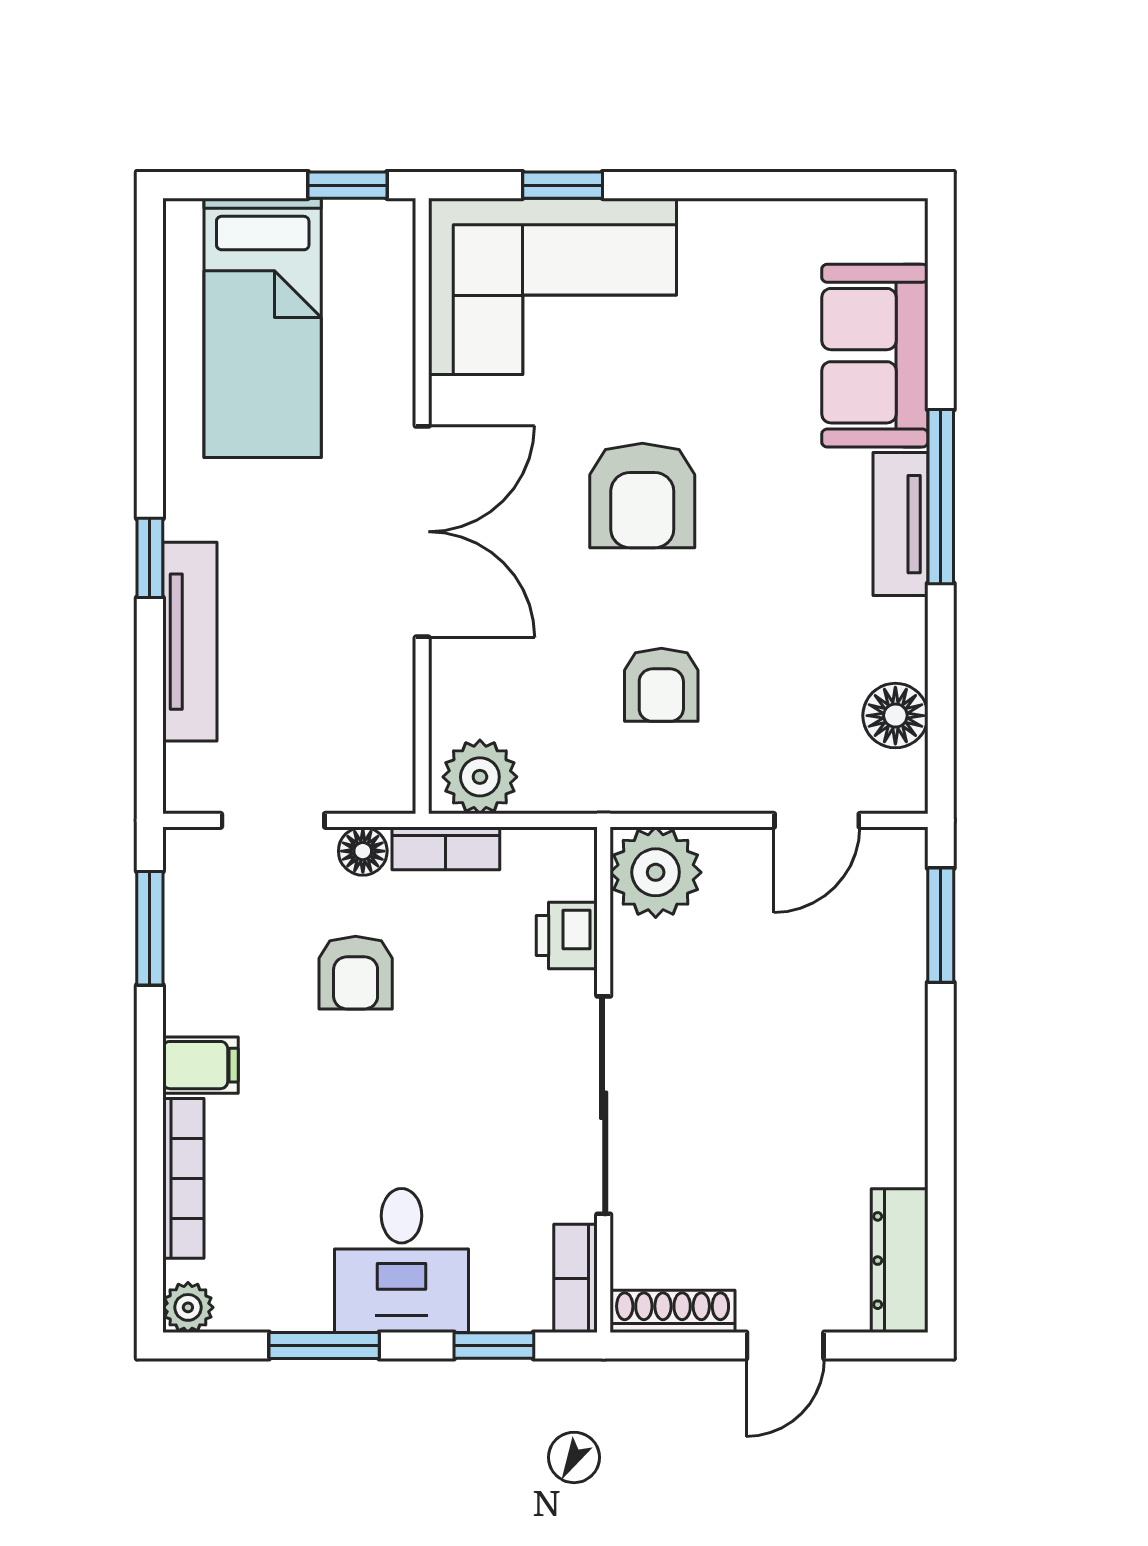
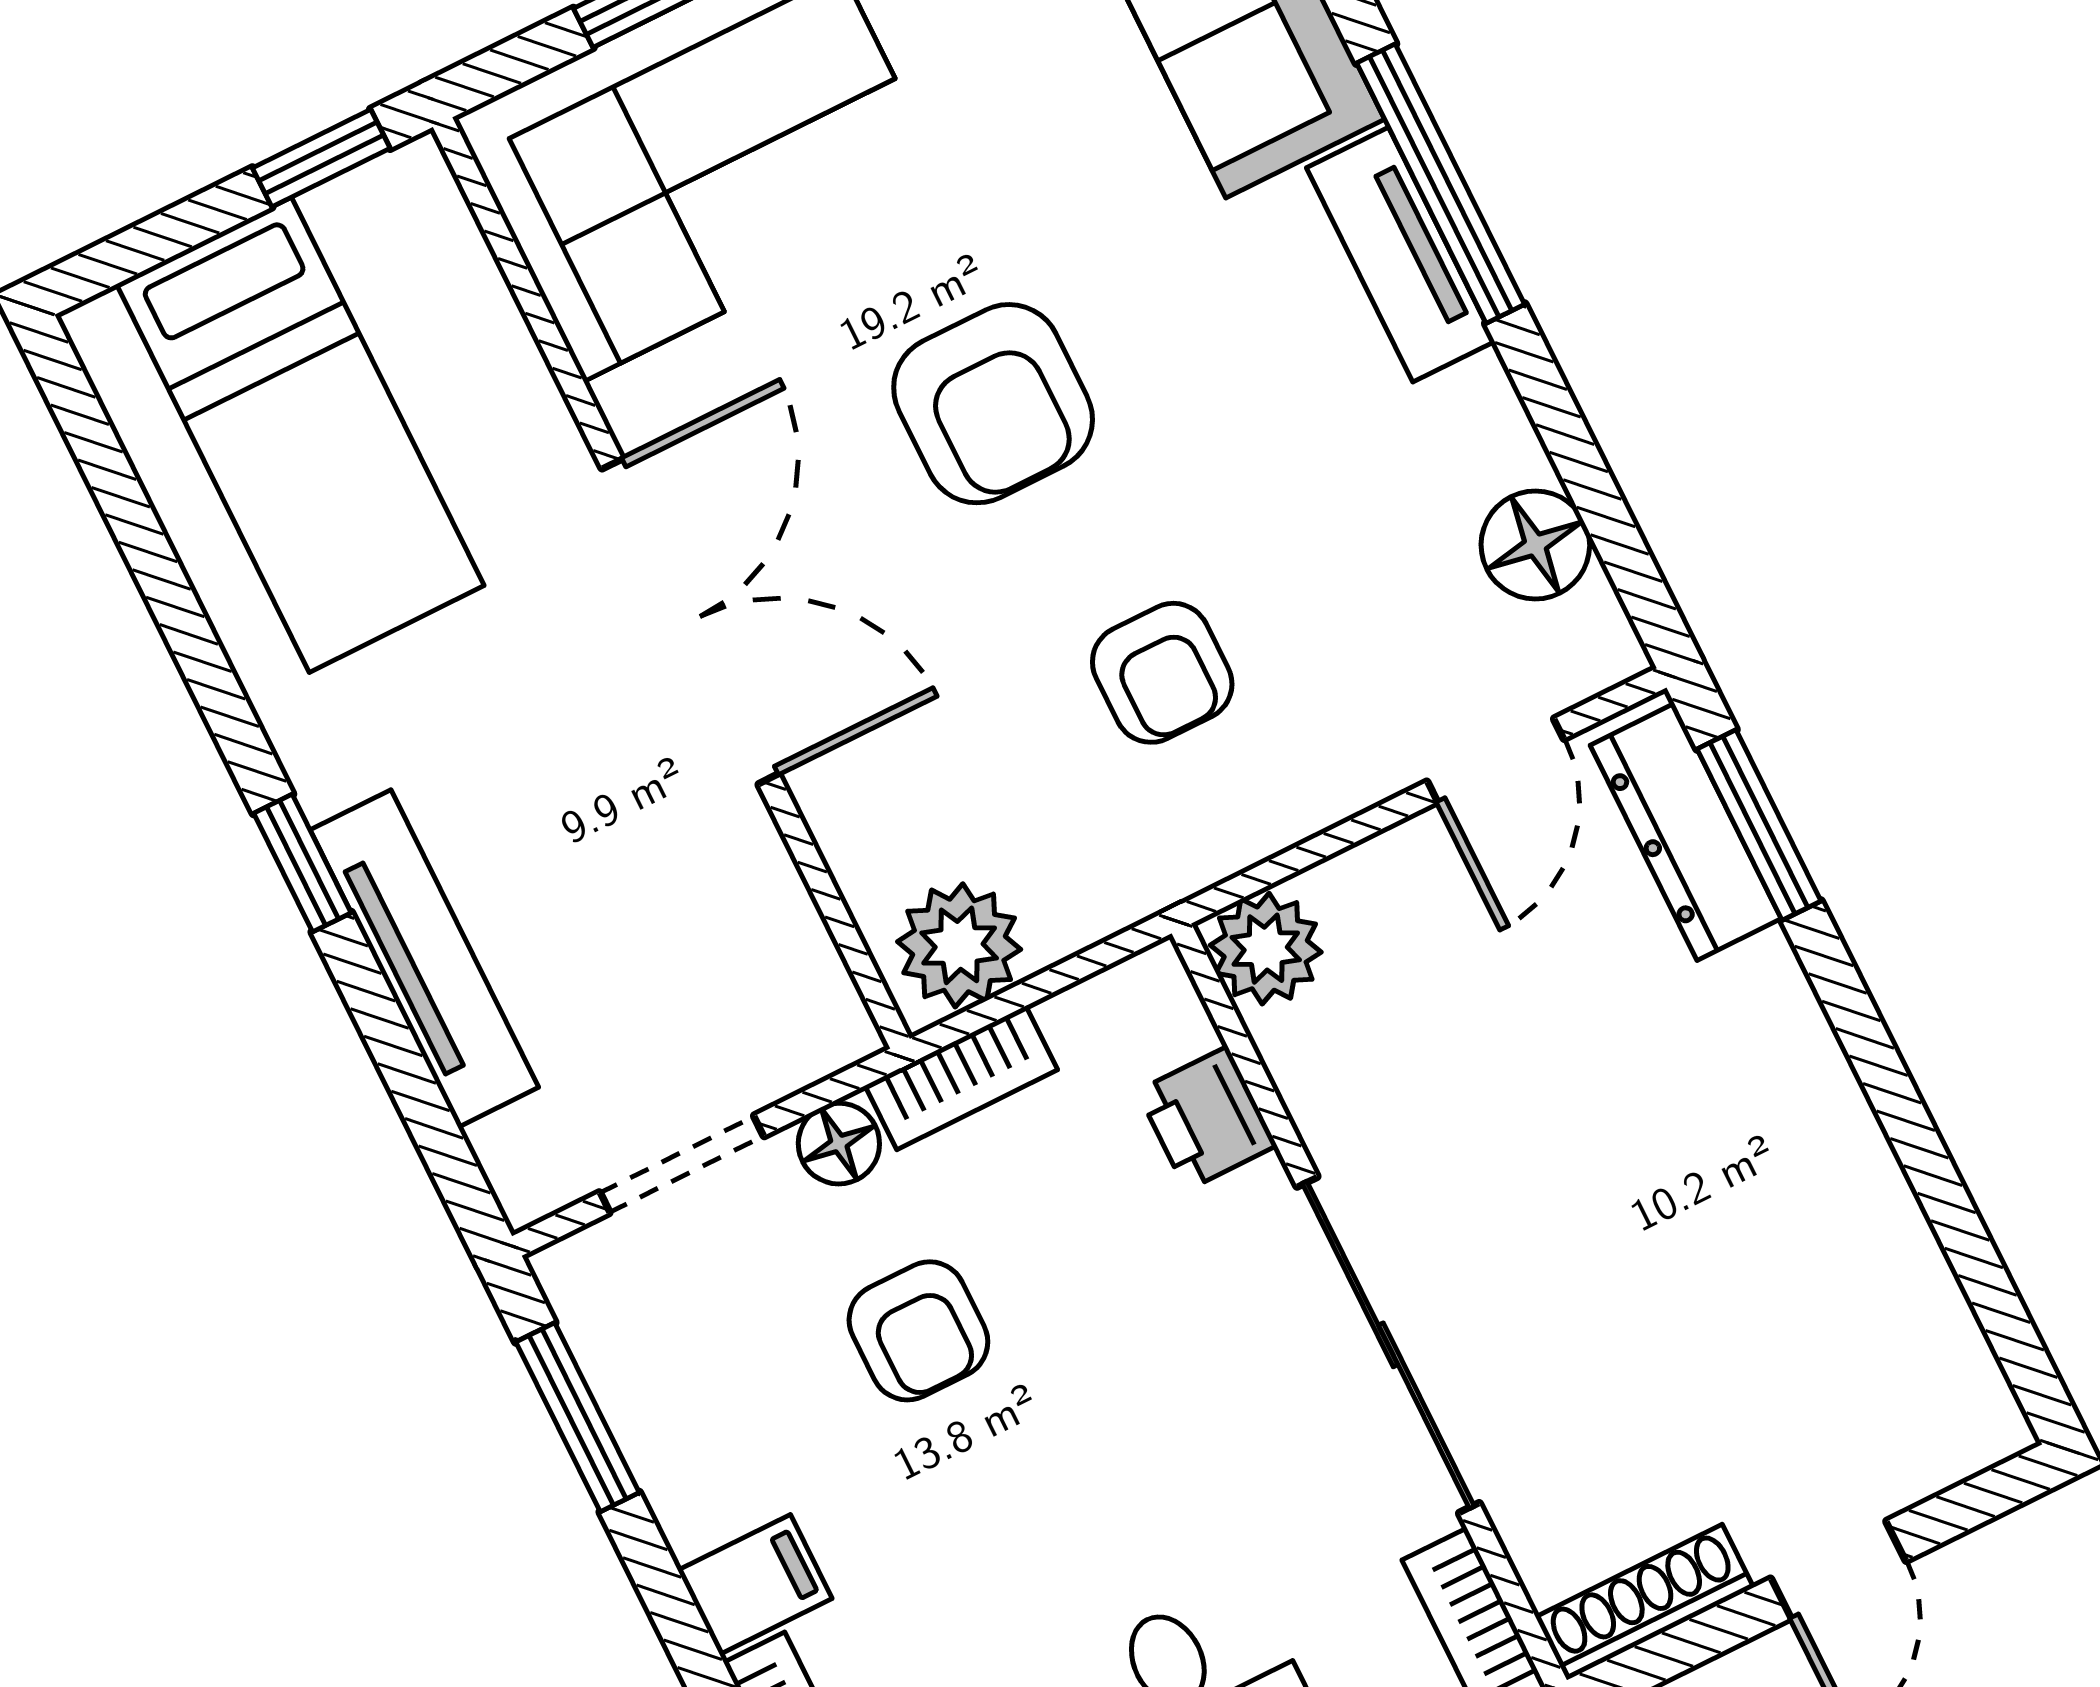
plant: (656, 872) -> (1266, 949), width x0.73, depth x0.73
dresser: (900, 1261) -> (1686, 832), moved

